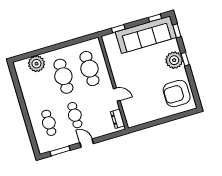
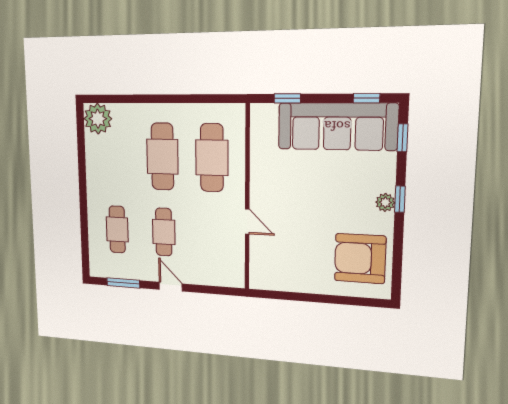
plant: (174, 60) -> (385, 202), width x0.53, depth x0.53
plant: (36, 64) -> (98, 119), moved
dresser: (118, 119) -> (236, 265), removed

